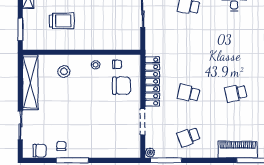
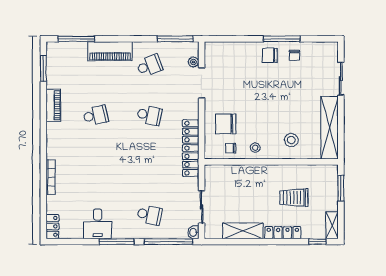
locker: (152, 81) -> (191, 148), moved
piano: (238, 150) -> (110, 51), moved
chair: (40, 151) -> (270, 55), moved
plant: (150, 153) -> (193, 62), moved

